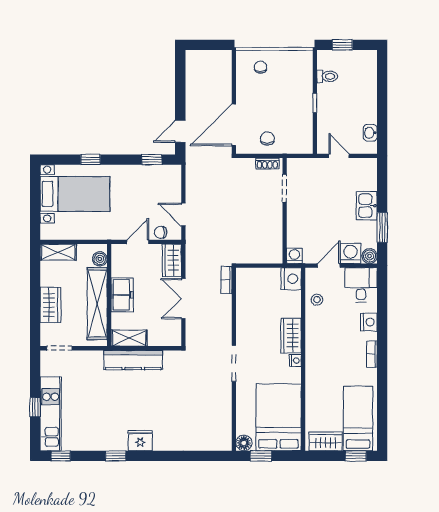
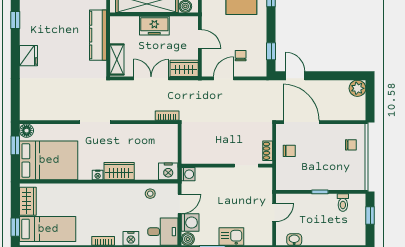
plant: (195, 59) -> (357, 88), added
chair: (161, 232) -> (241, 56), moved
door: (329, 266) -> (180, 204), hinge flipped
shelving: (129, 338) -> (117, 60), moved
fridge: (140, 441) -> (29, 56), moved

